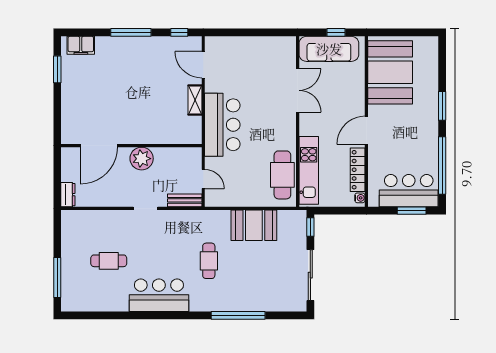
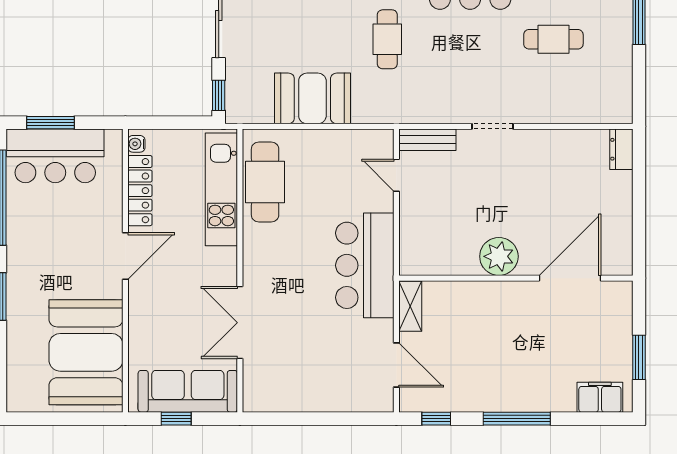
door: (99, 146) -> (570, 278), moved
wall: (131, 146) -> (516, 278), moved
plant: (142, 159) -> (499, 256), moved

